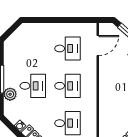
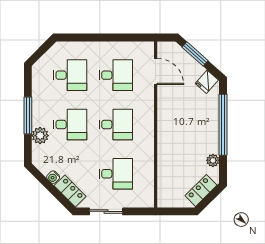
door: (98, 46) -> (156, 71), hinge flipped
desk: (33, 48) -> (70, 75), added

